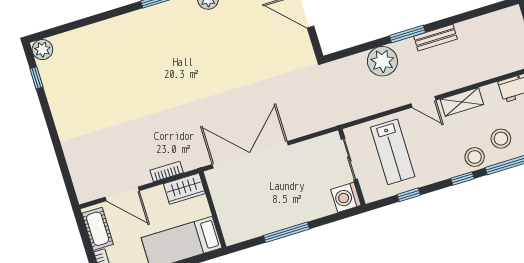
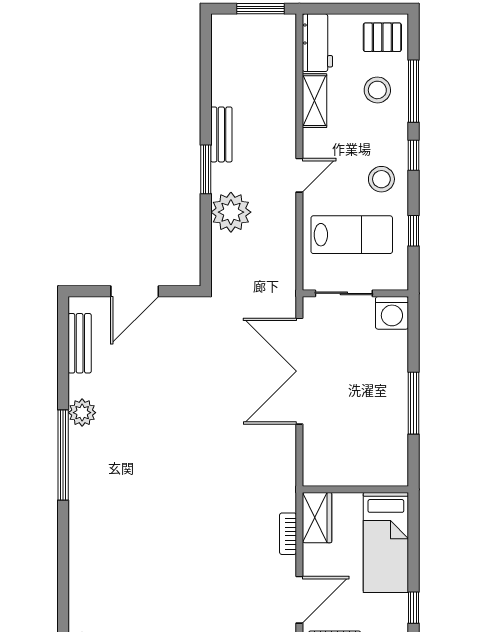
shelving: (462, 102) -> (315, 101), moved
double door: (250, 155) -> (299, 371), moved
stool: (475, 157) -> (381, 179), moved

